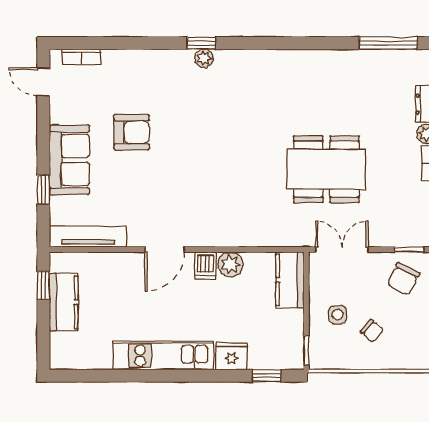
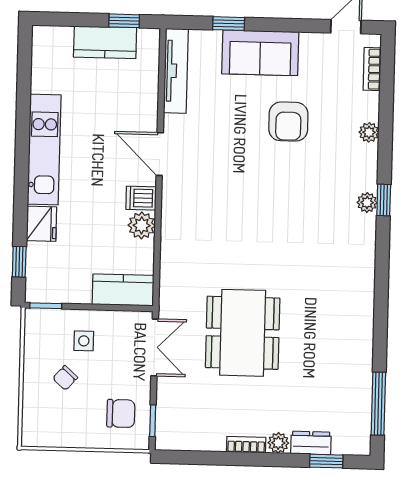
plant: (140, 58) -> (369, 132), added
chair: (403, 279) -> (121, 414), turned 153

